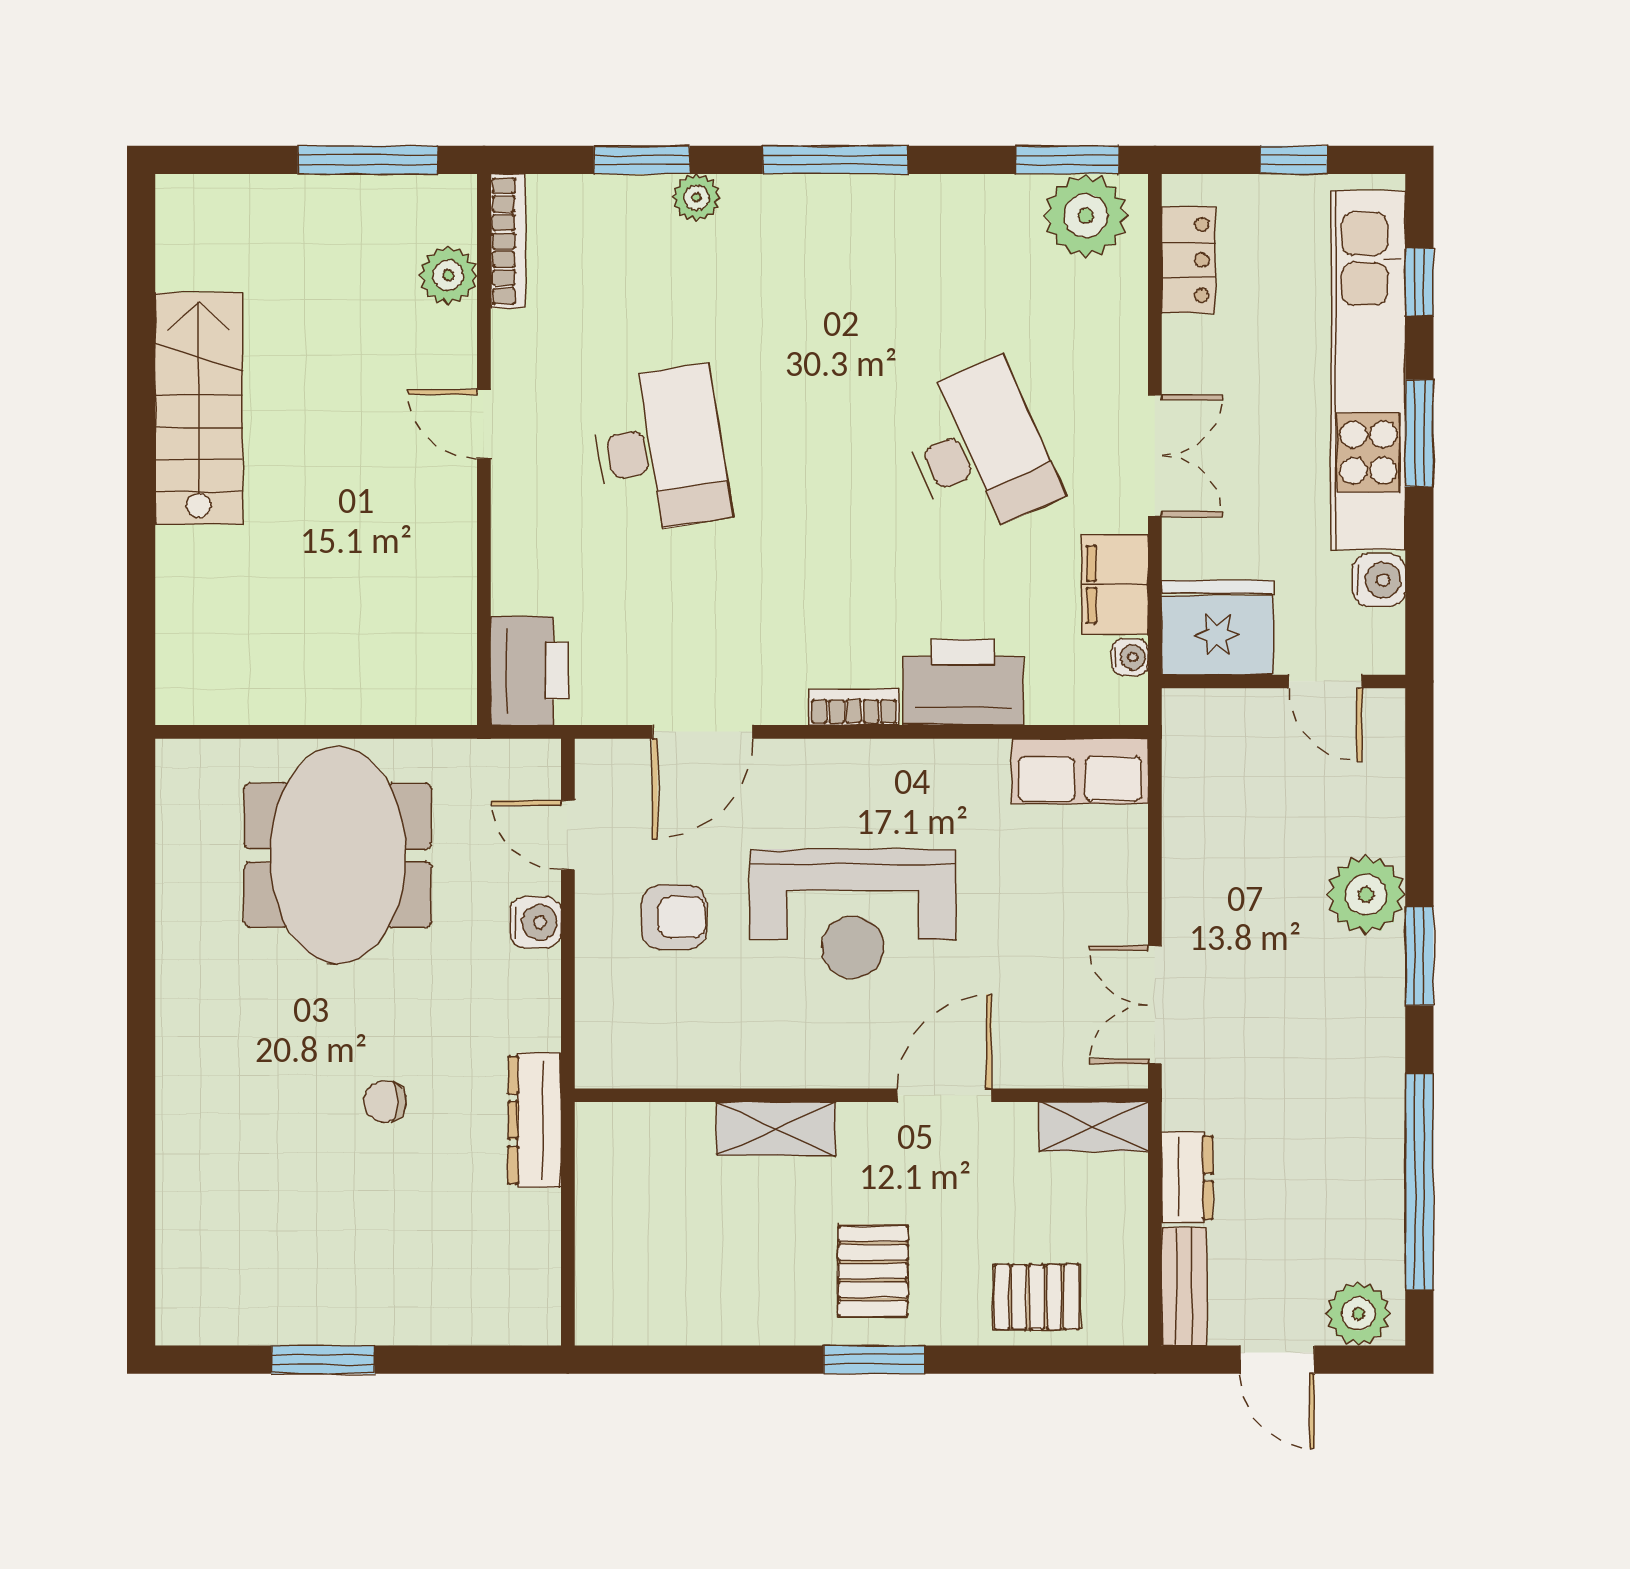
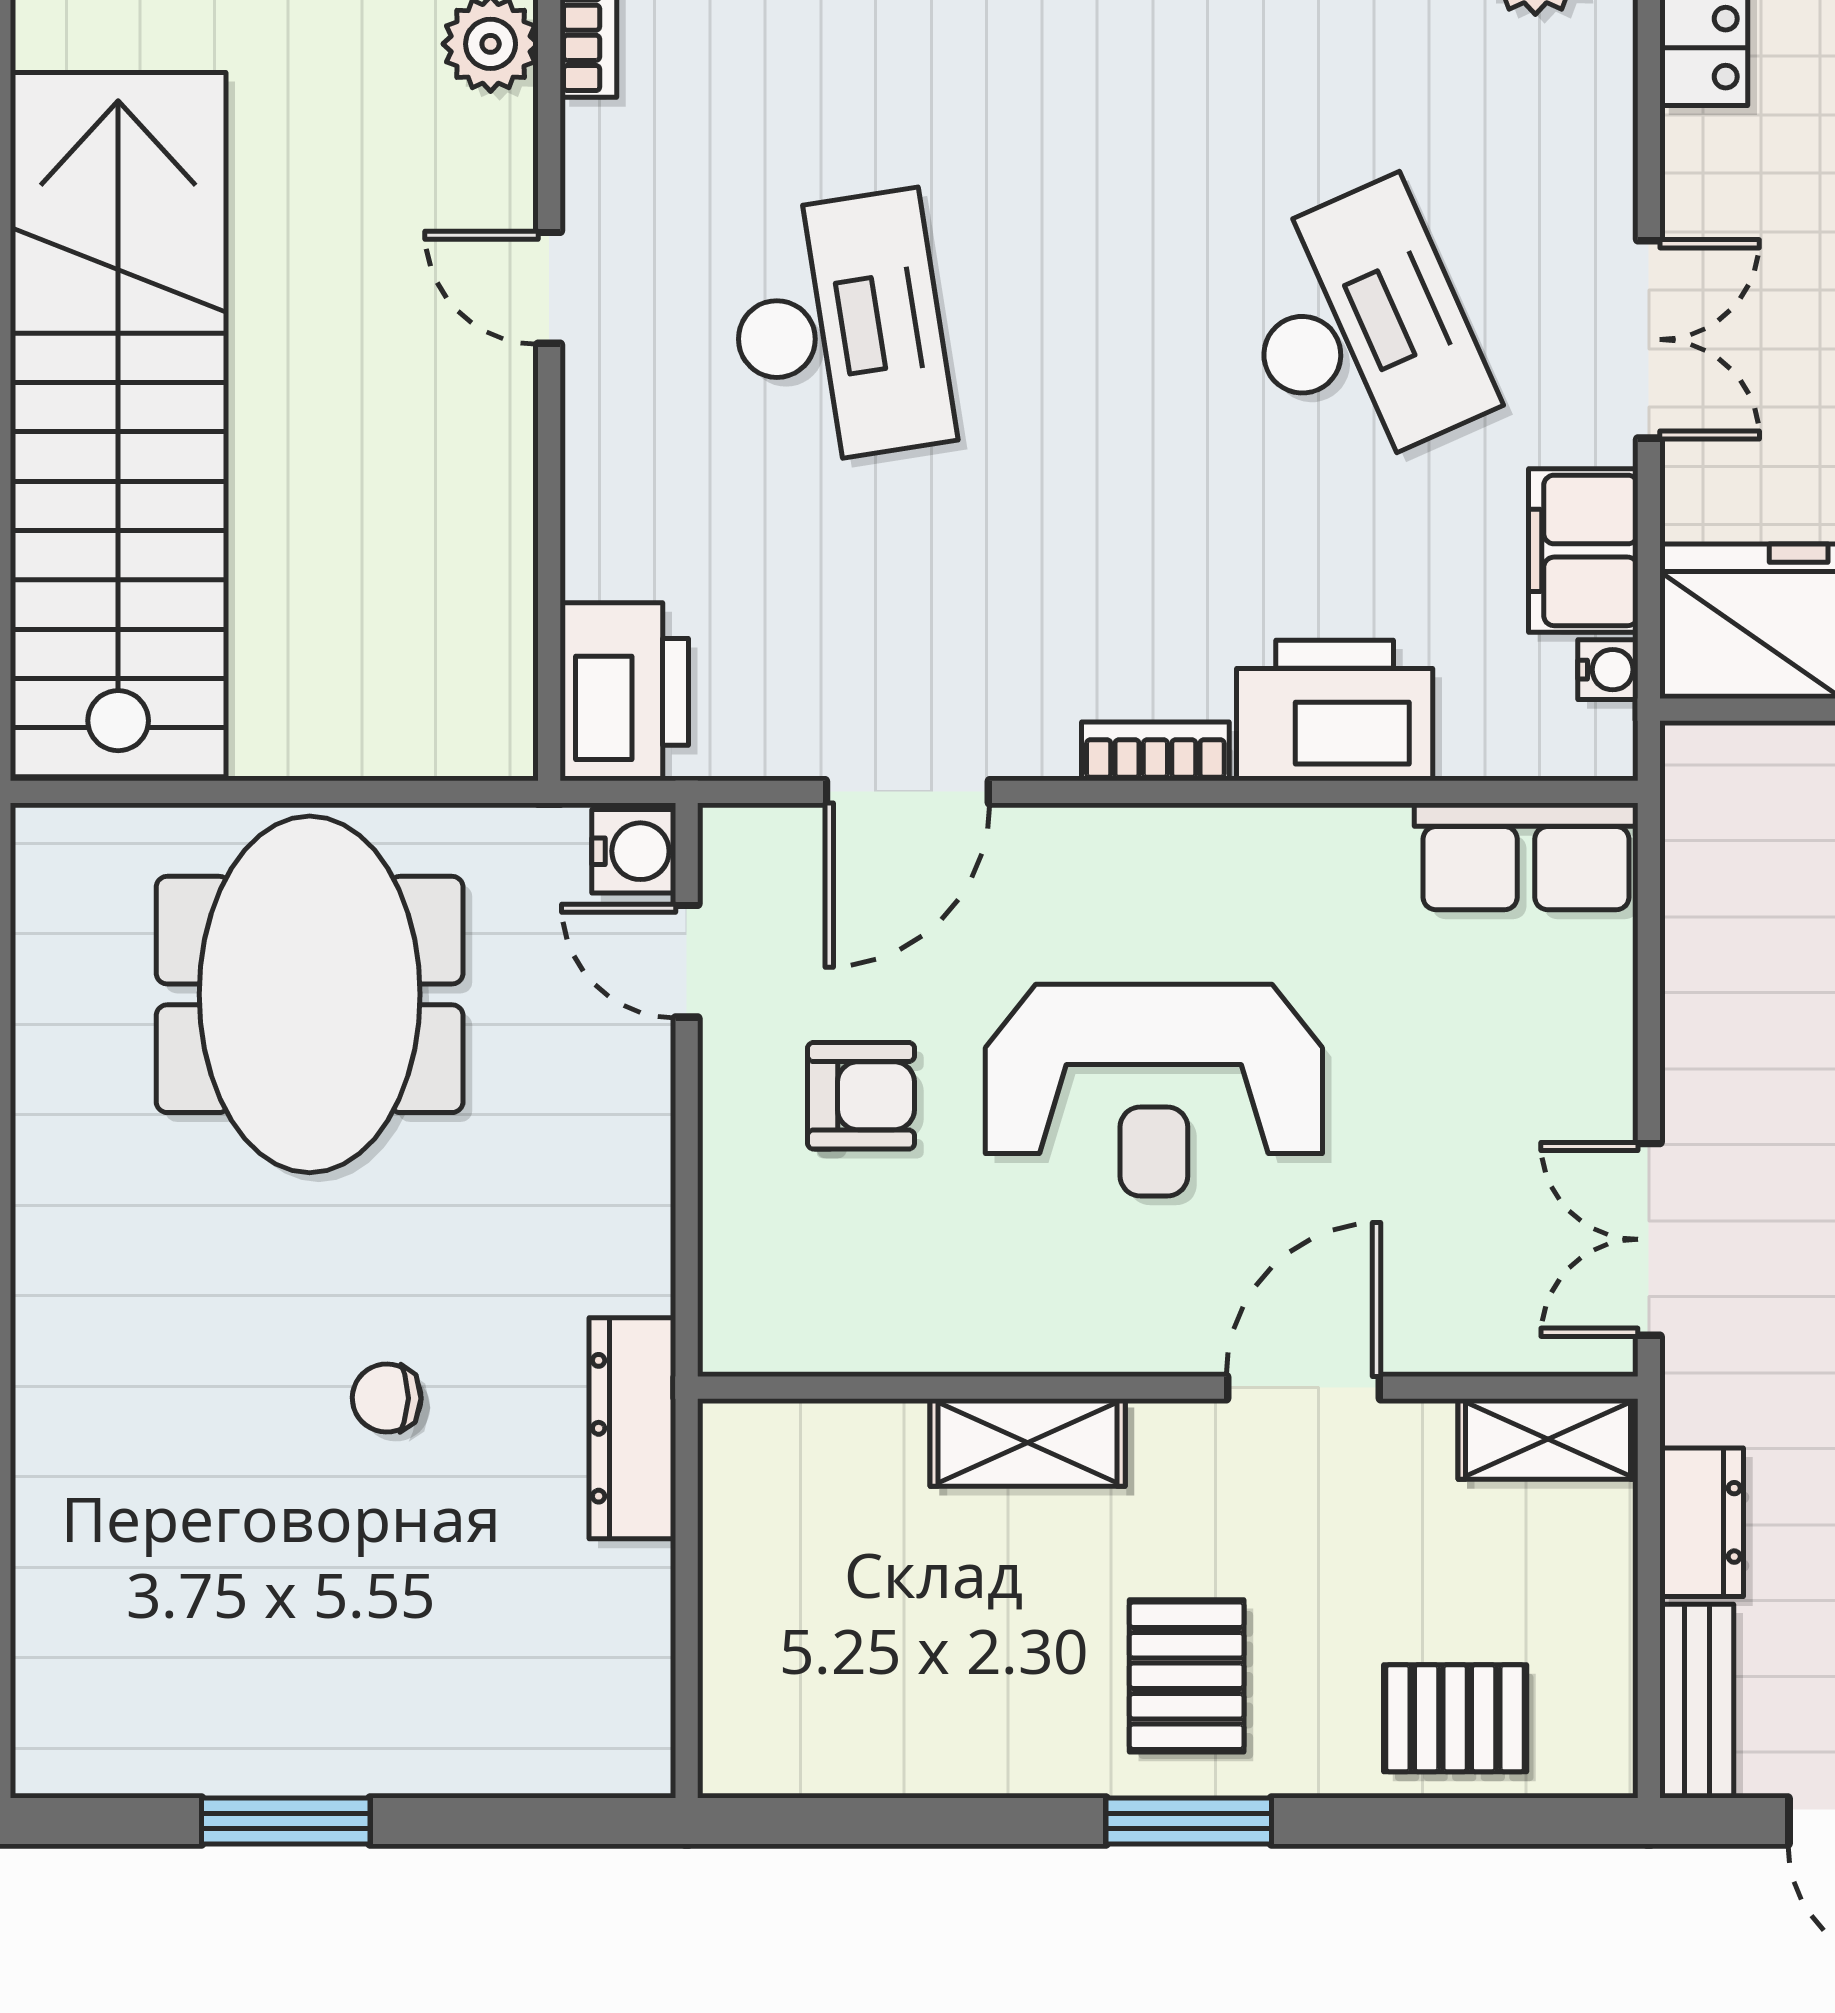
stairs: (199, 408) -> (118, 425), width x1.86, depth x1.51
water cooler: (536, 922) -> (634, 851), moved

